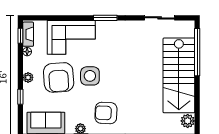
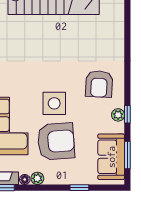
plant: (28, 77) -> (37, 178), moved

